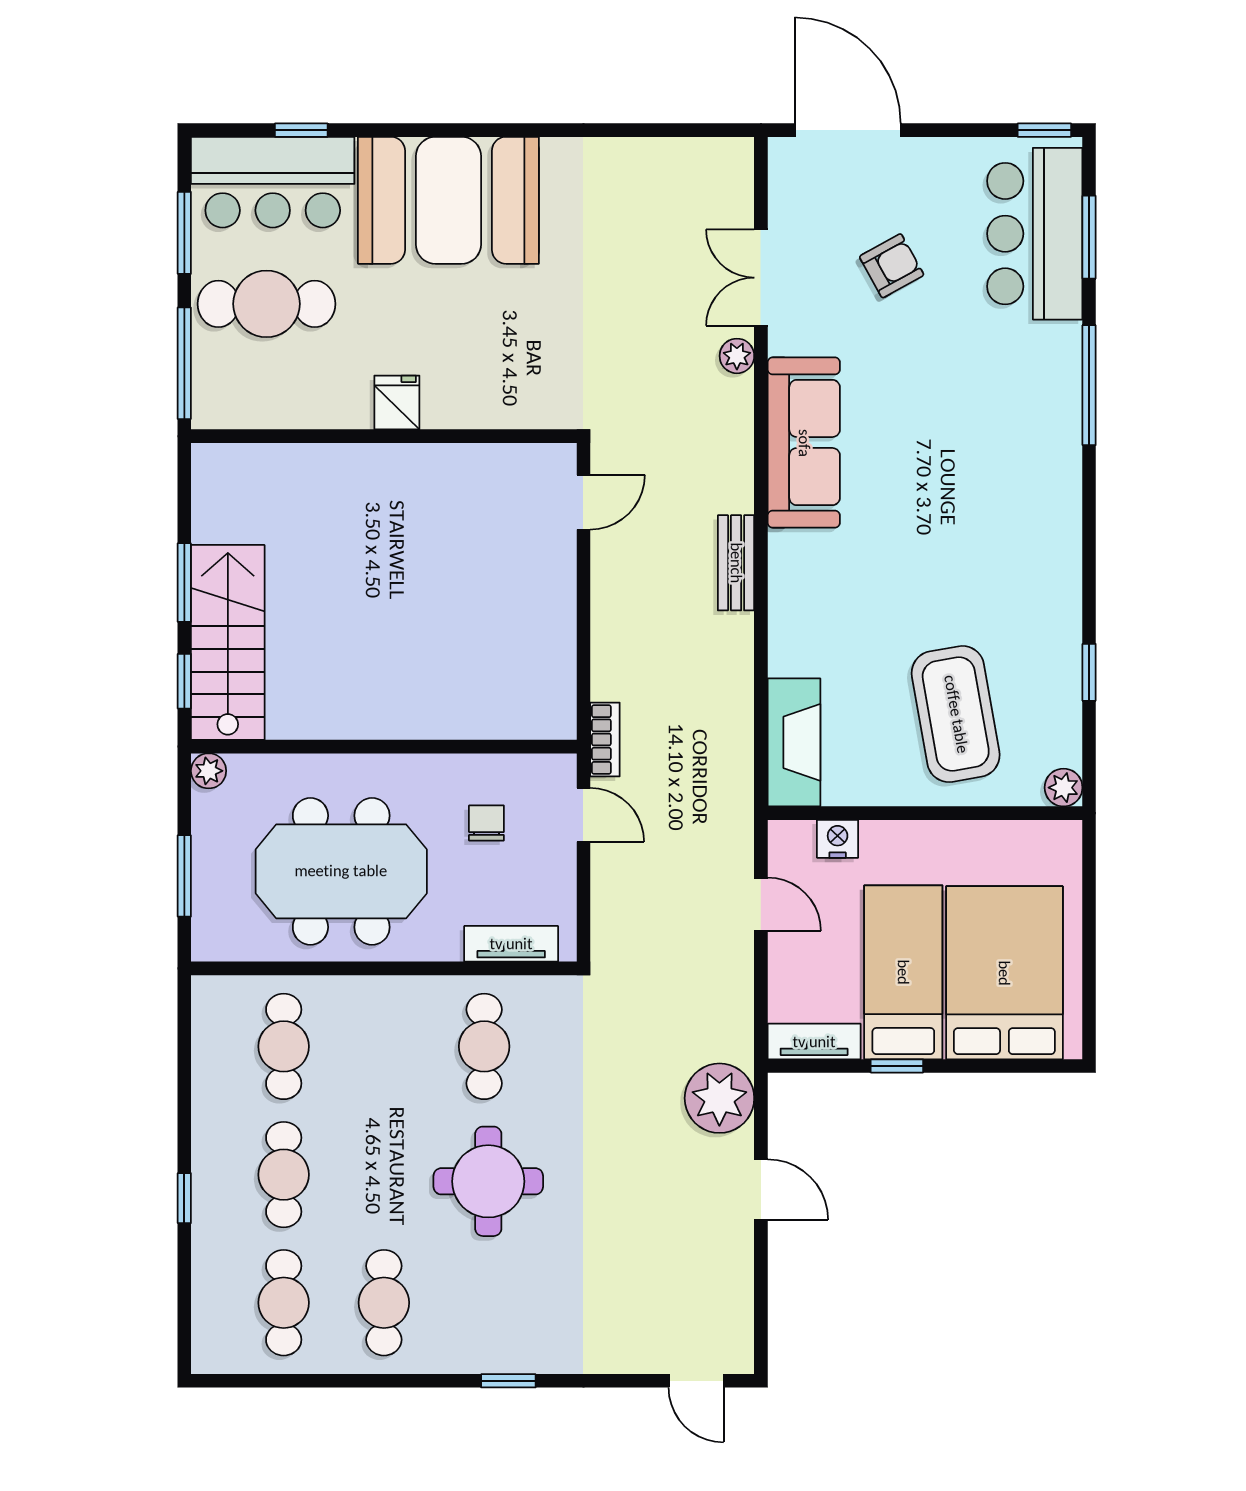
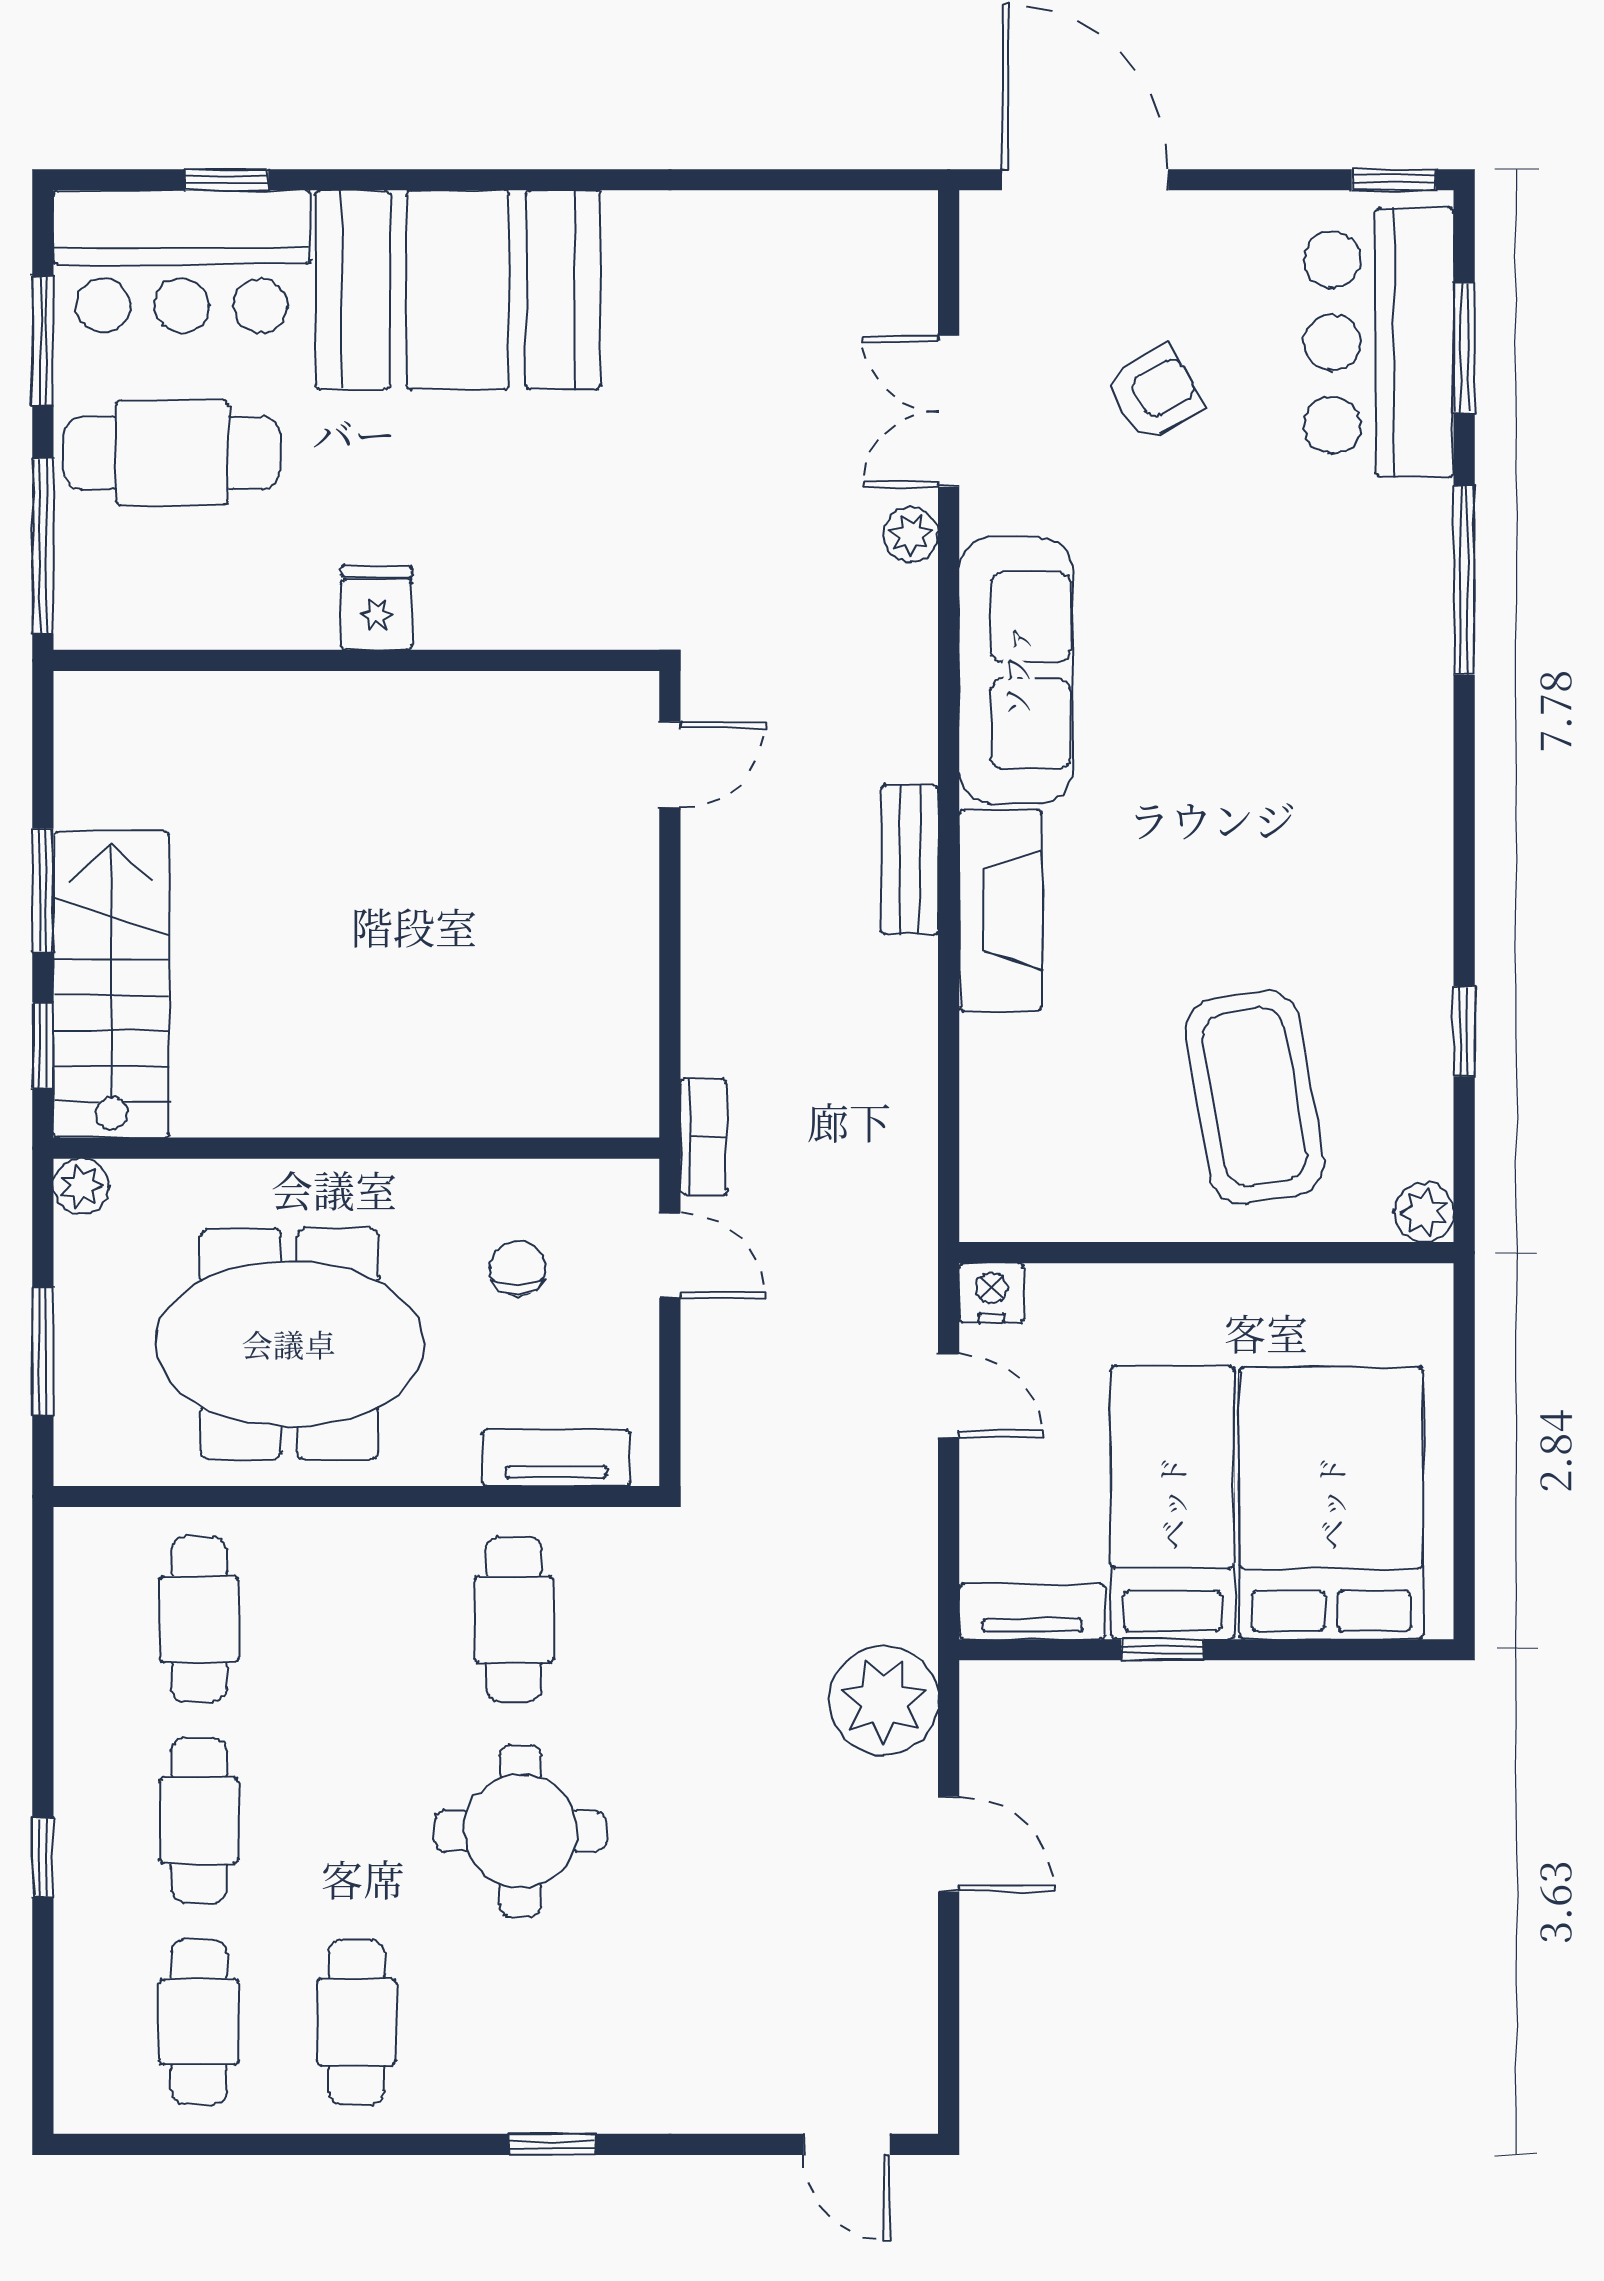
fireplace: (794, 742) -> (1000, 910), moved
nightstand: (838, 839) -> (991, 1293), moved

